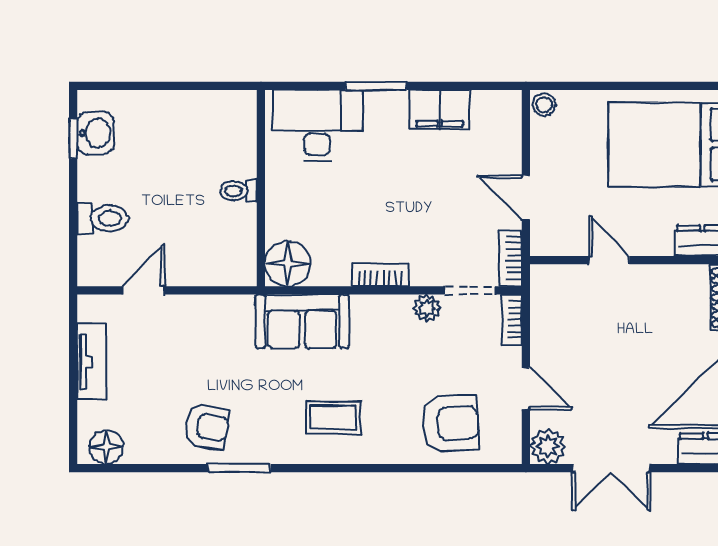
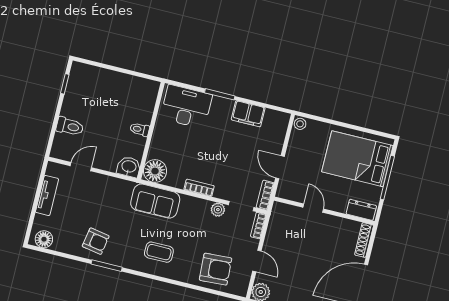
washbasin: (95, 133) -> (129, 167), moved, turned -90

